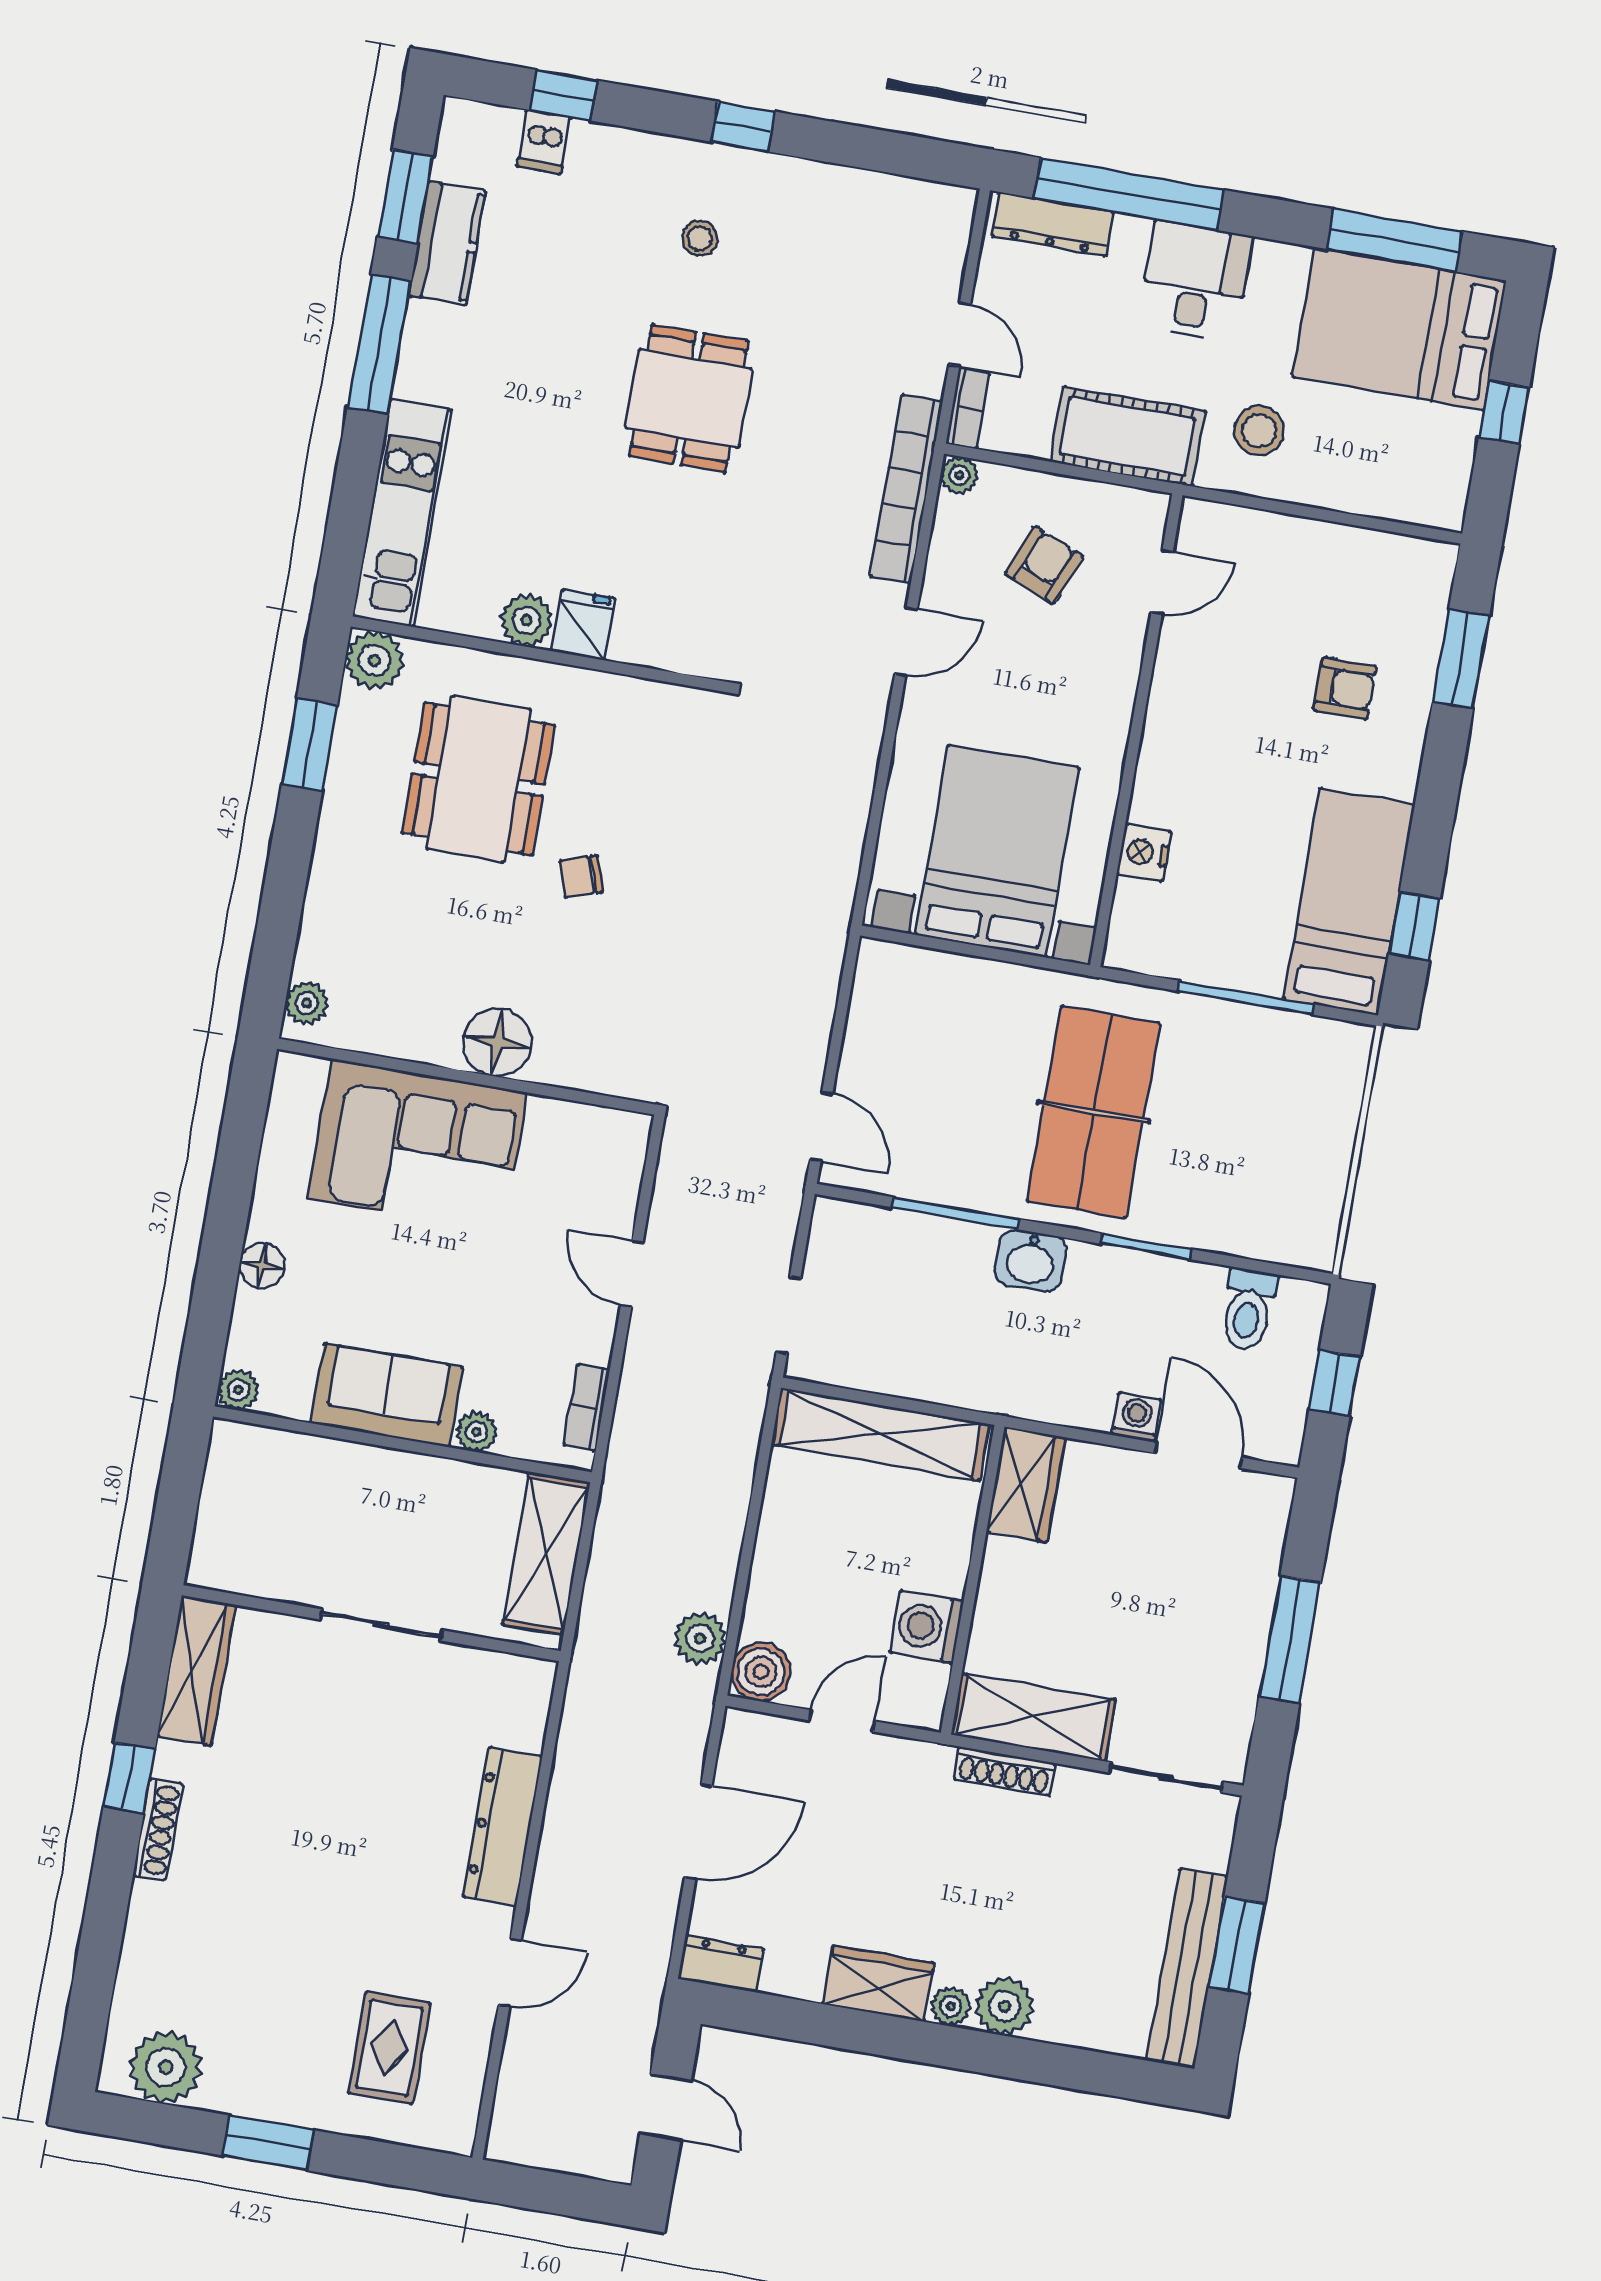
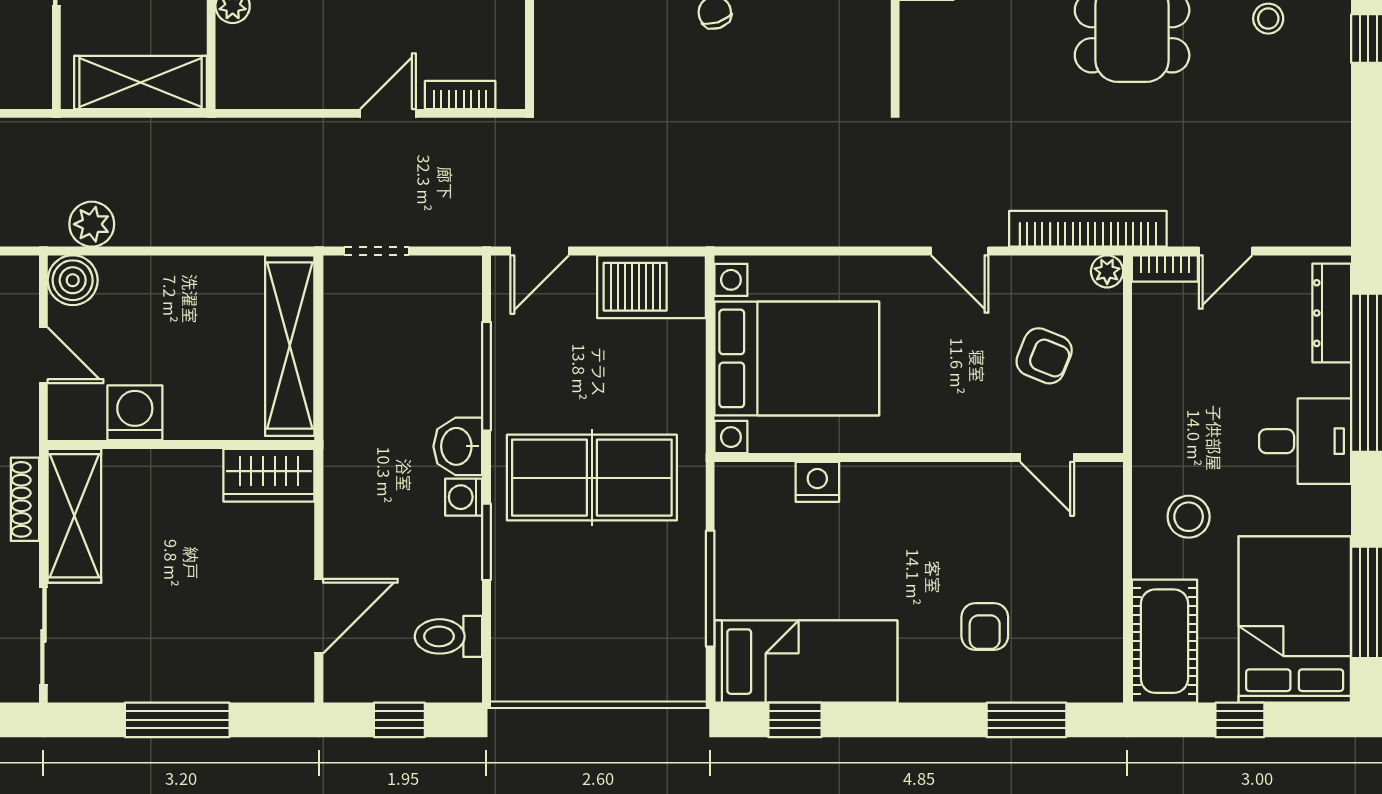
cot: (1128, 436) -> (1164, 641), moved
barbecue: (885, 1005) -> (651, 287), added
bookcase: (587, 1407) -> (460, 95), moved
washing machine: (1136, 1417) -> (464, 497), moved, turned 180

